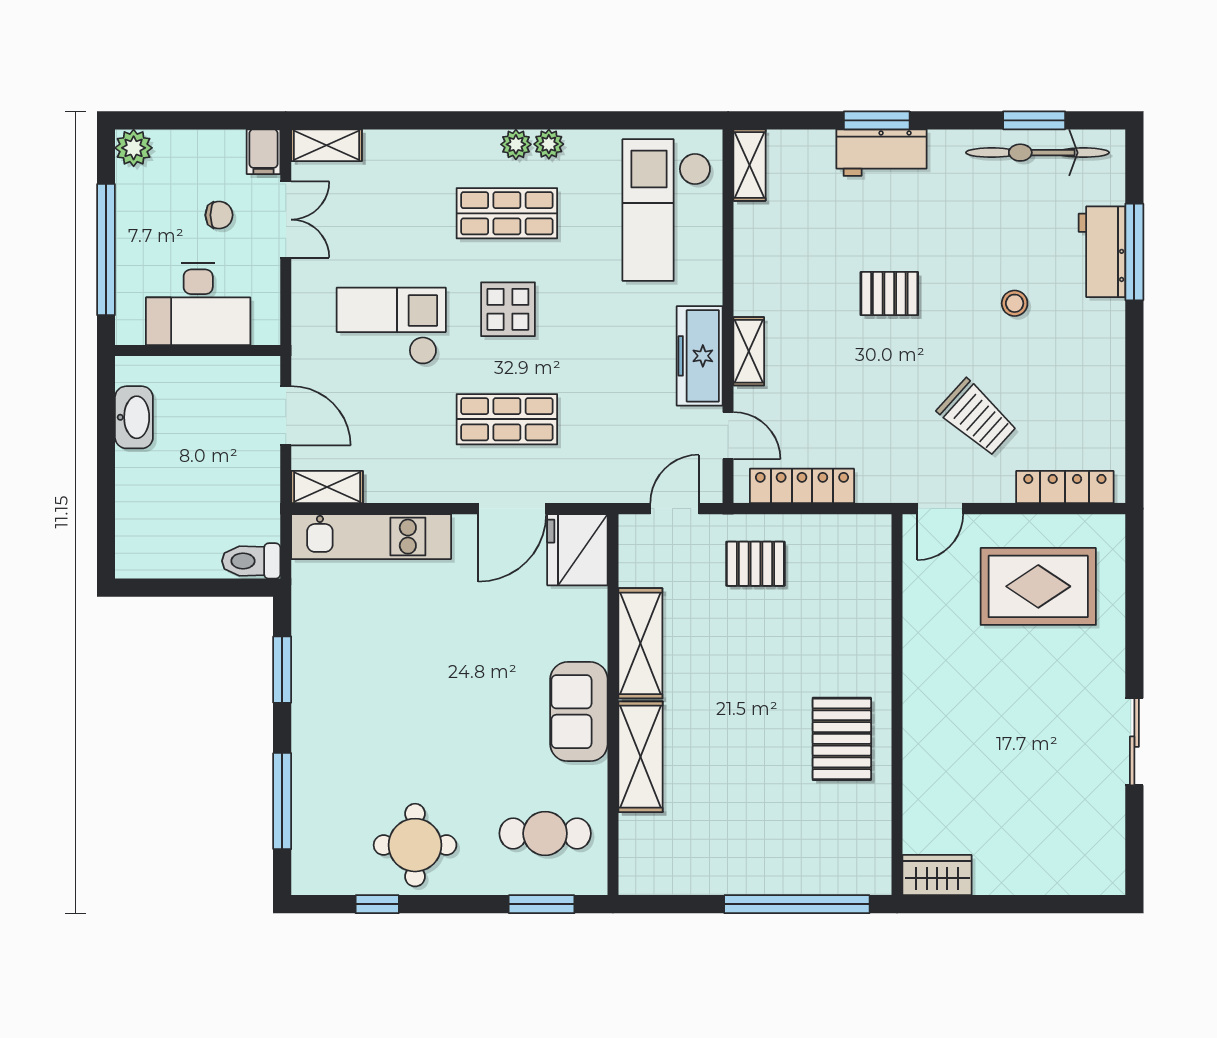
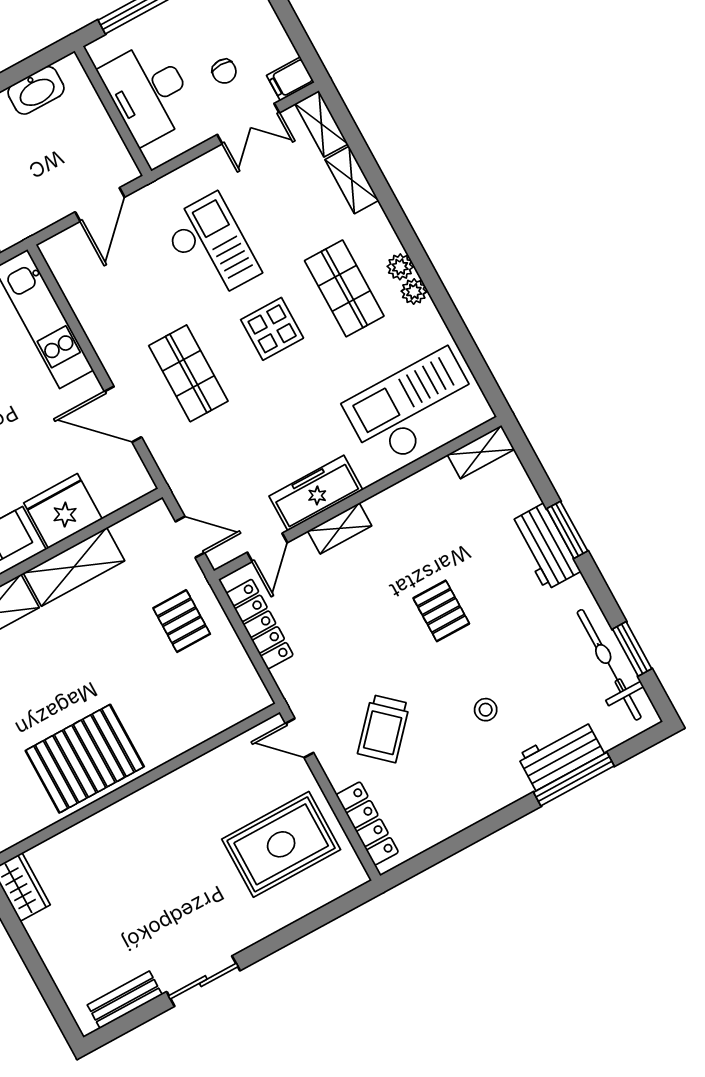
shelving: (327, 487) -> (352, 180), moved
fridge: (577, 550) -> (63, 511), moved
rug: (1038, 586) -> (281, 844), turned 90
pallet: (842, 739) -> (85, 759), width x1.37, depth x1.41
bench: (1110, 832) -> (125, 1000), added

